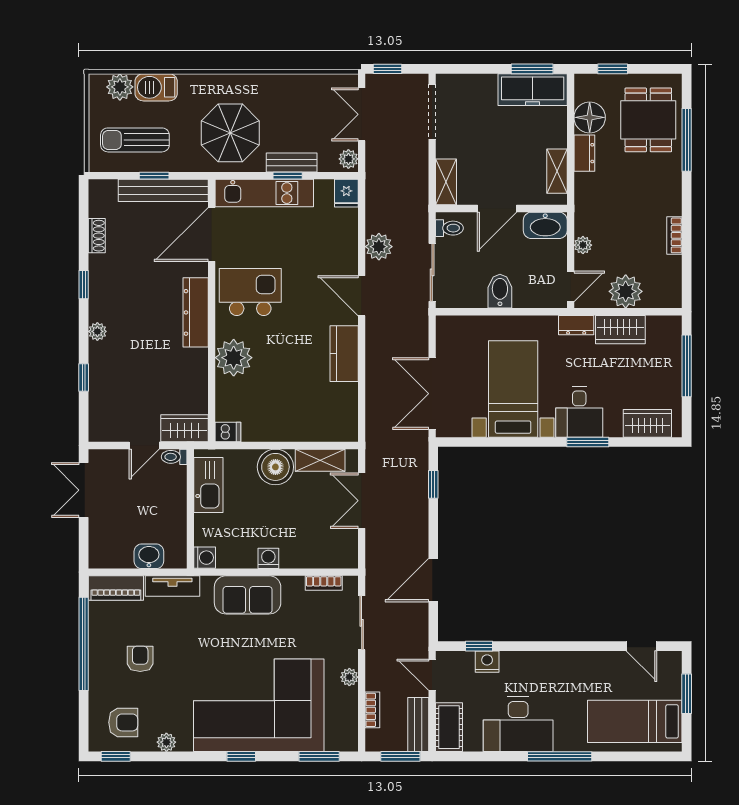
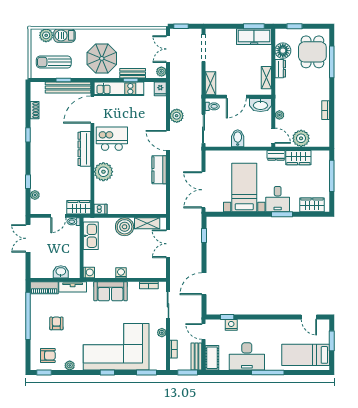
door: (571, 286) -> (273, 136), hinge flipped
plant: (97, 331) -> (35, 195), moved

